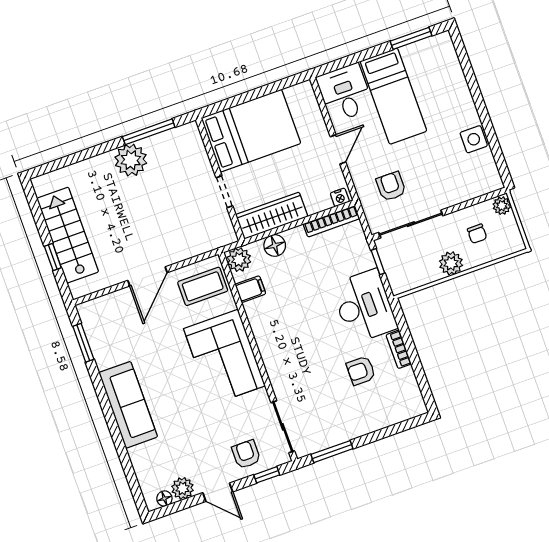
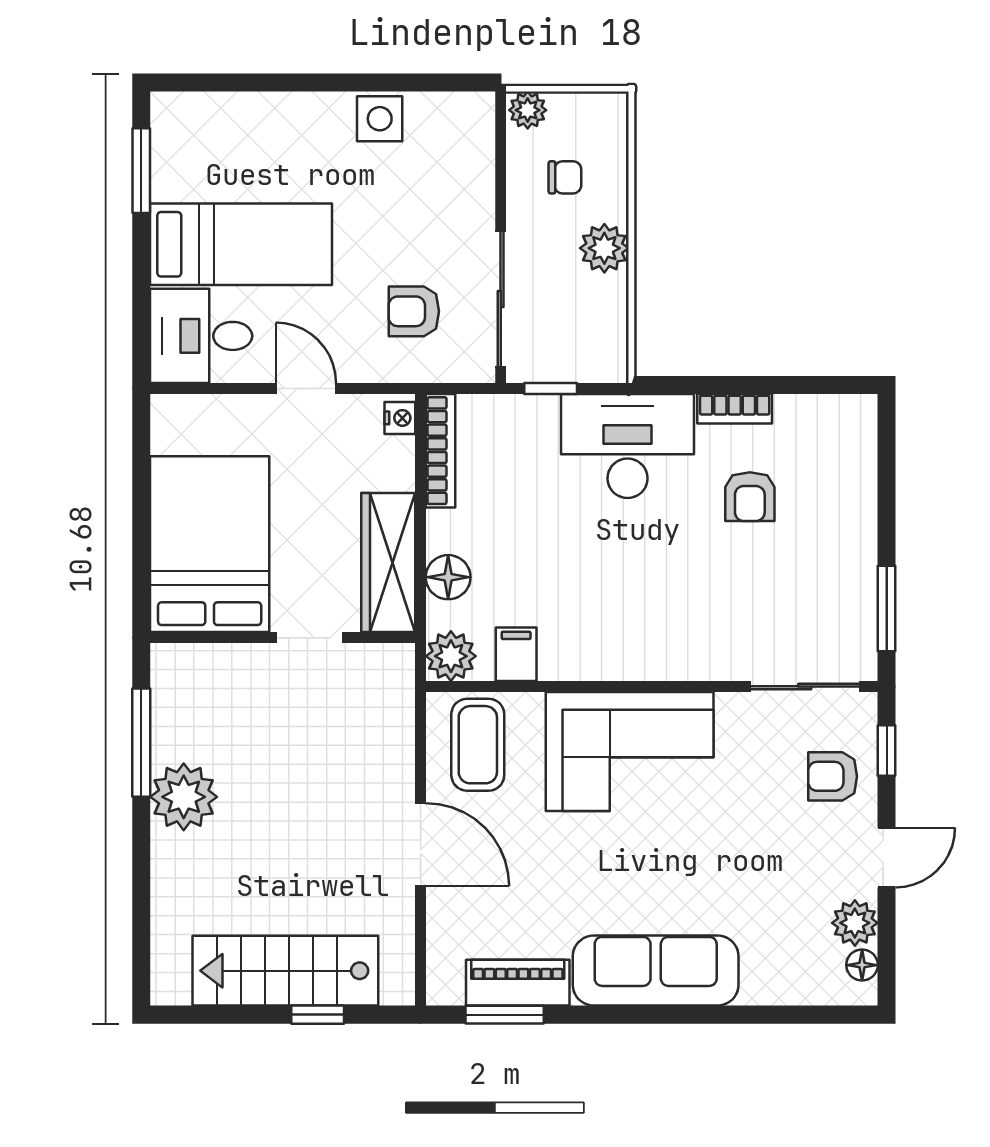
piano: (100, 344) -> (518, 983), added

